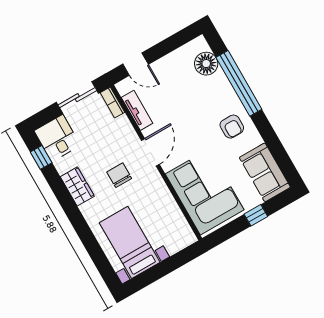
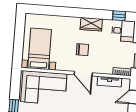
bed with nightstands: (130, 242) -> (40, 49), moved, turned -90

